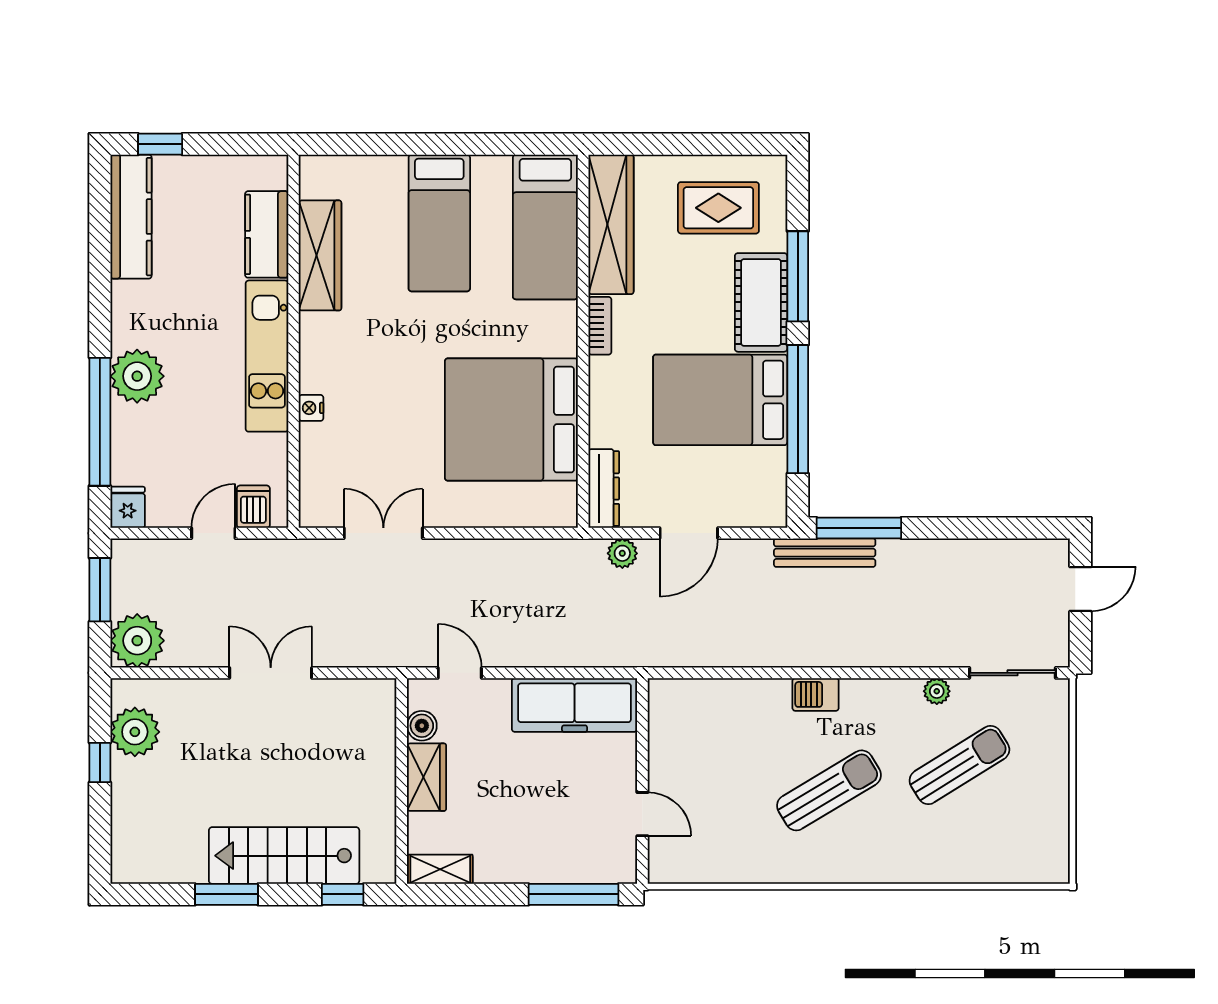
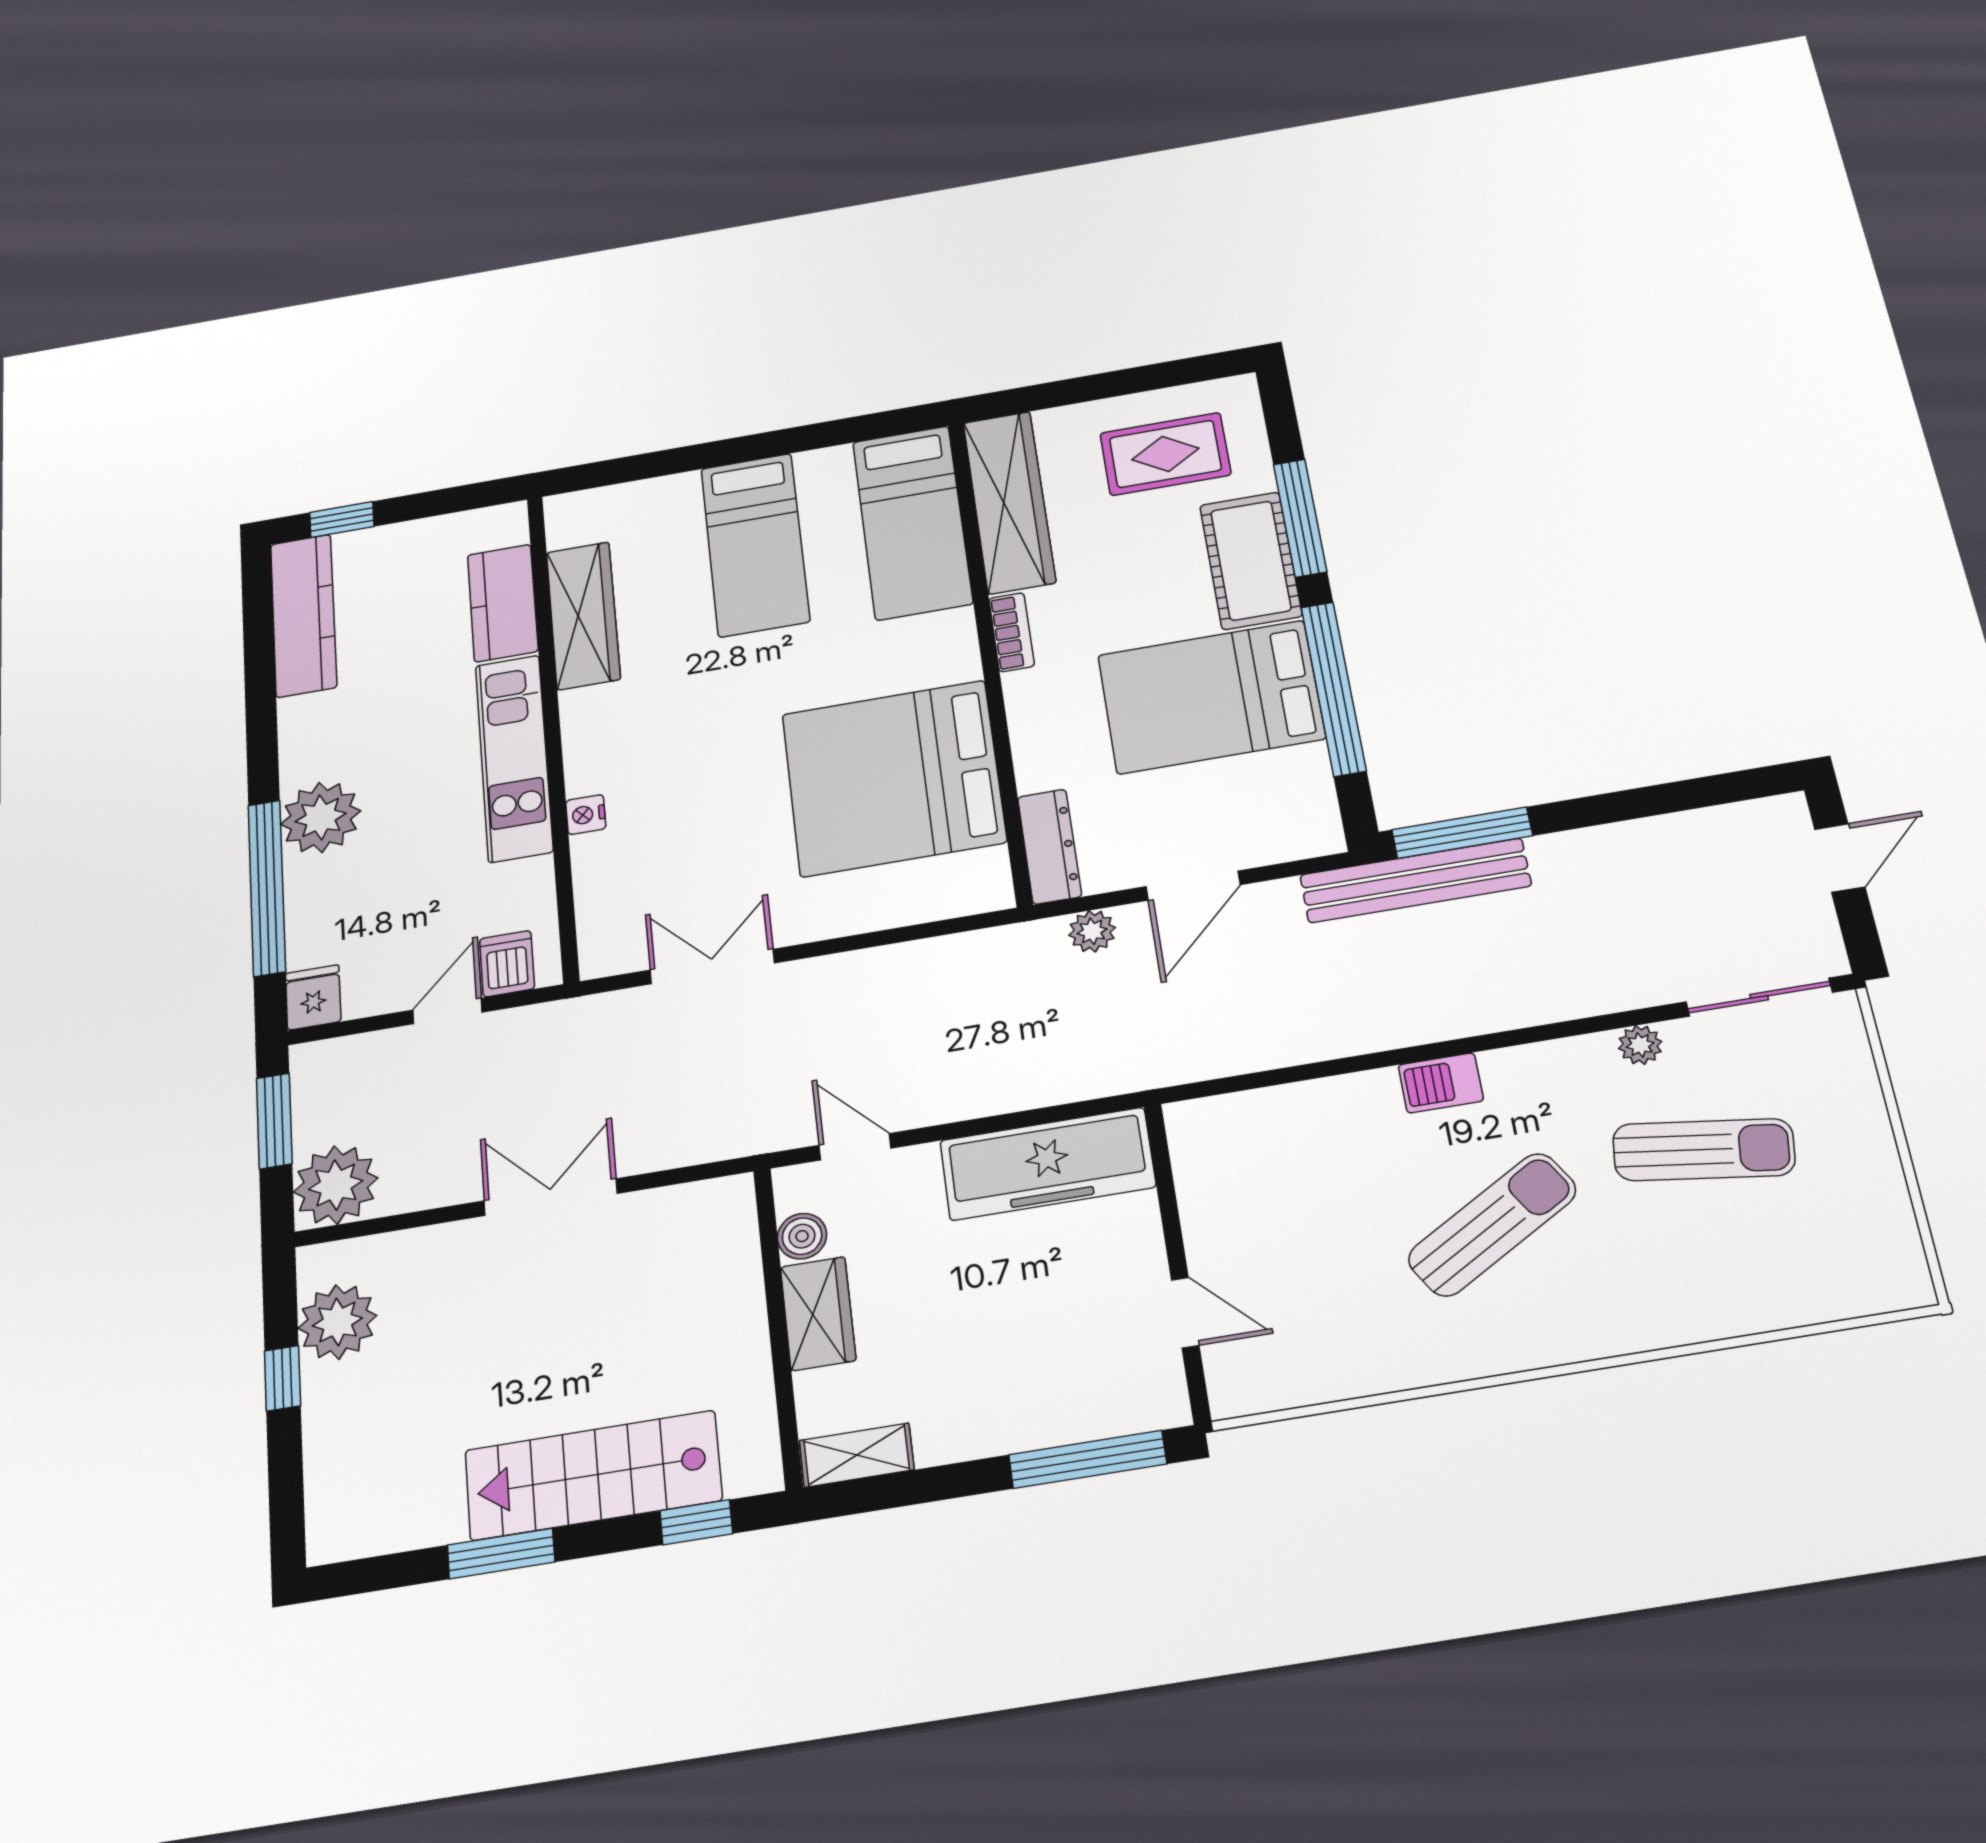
bench: (825, 553) -> (1415, 880), width x1.37, depth x1.21
sun lounger: (959, 765) -> (1704, 1150), turned 40

